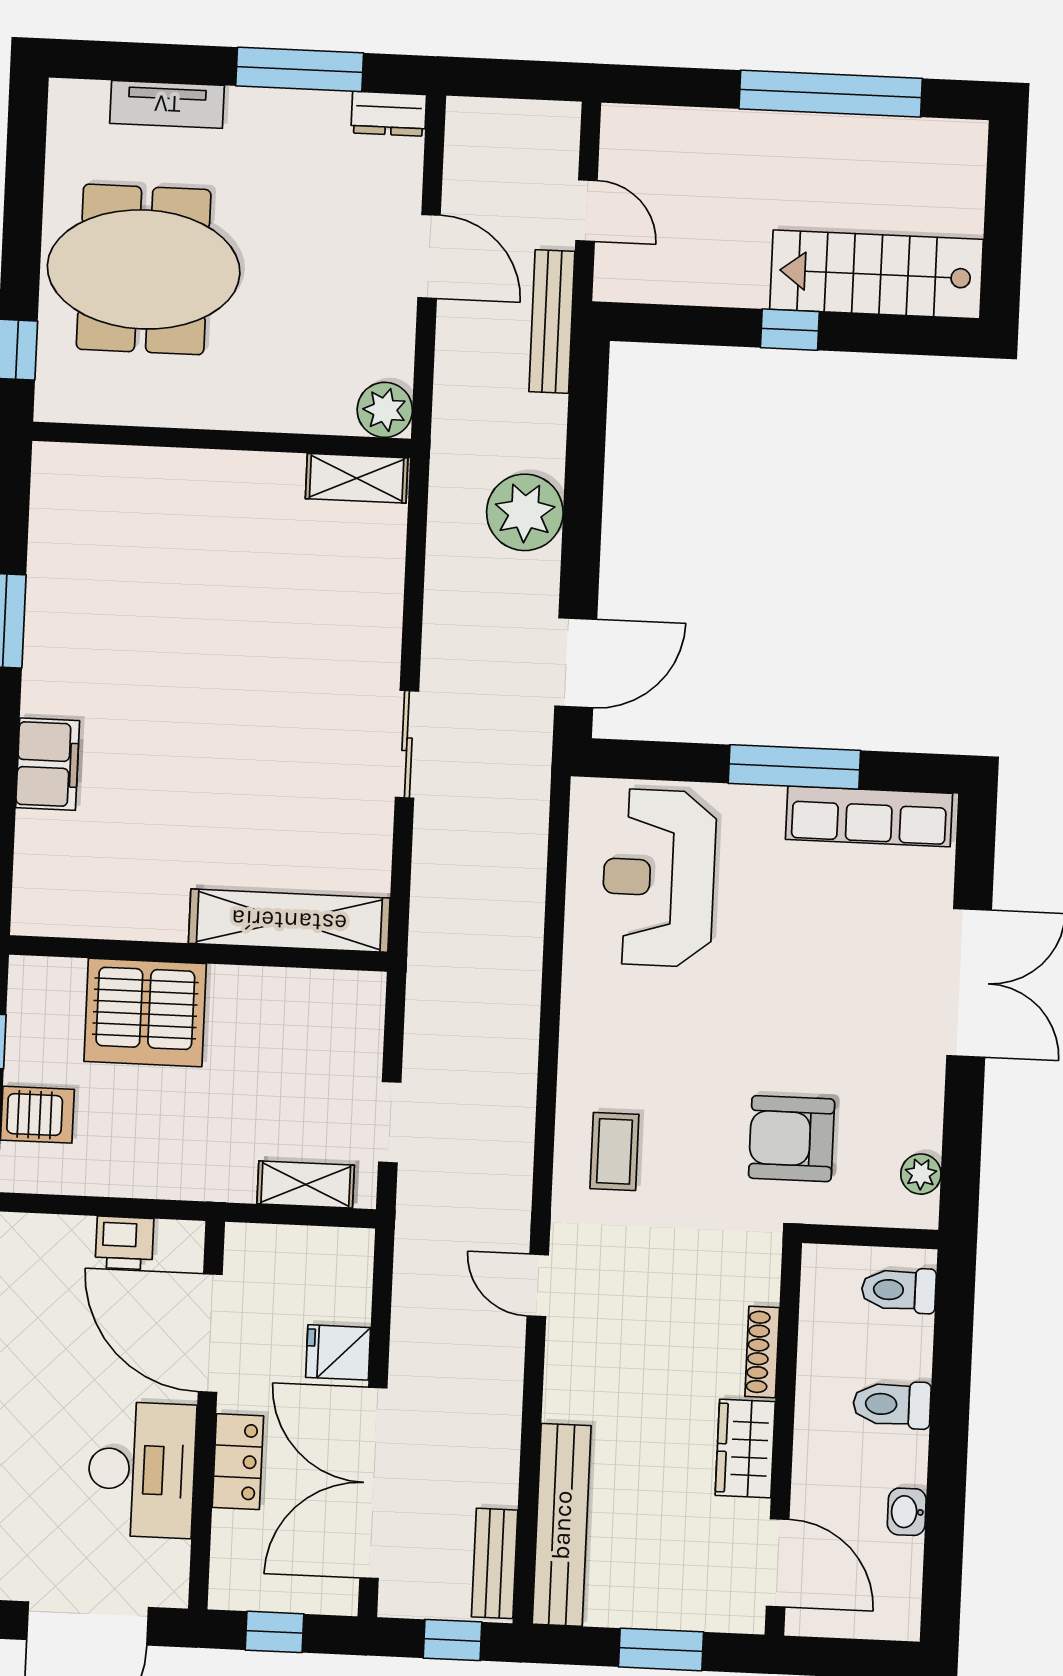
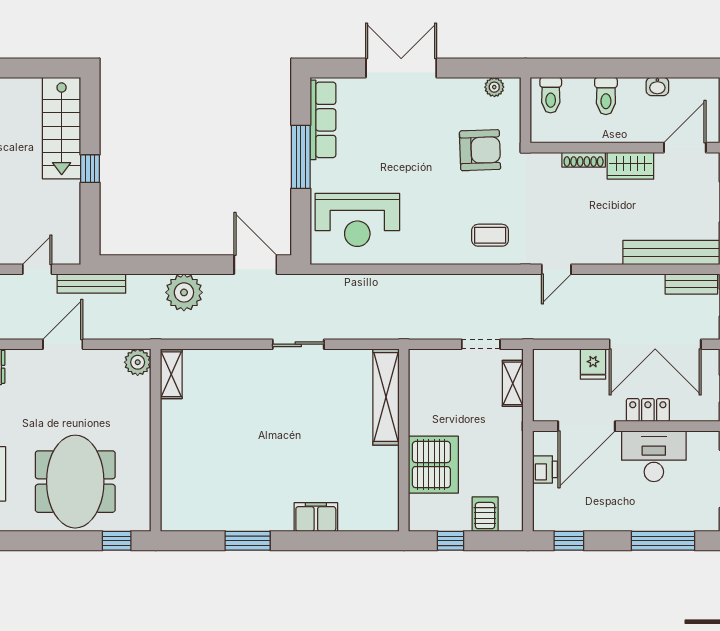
armchair: (792, 1139) -> (480, 150), turned -92

